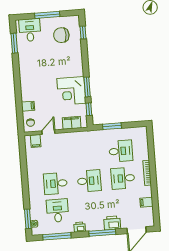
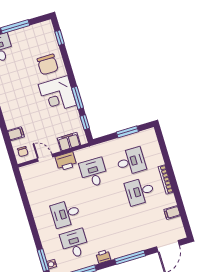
chair: (61, 35) -> (48, 64), moved, turned -90
corner desk: (71, 91) -> (57, 95), moved
window: (112, 126) -> (127, 132), moved
door: (48, 132) -> (45, 158), hinge flipped
filing cabinet: (36, 141) -> (33, 171), removed
desk: (89, 181) -> (94, 173), moved, turned -90
printer: (112, 223) -> (66, 161), moved, turned 180

